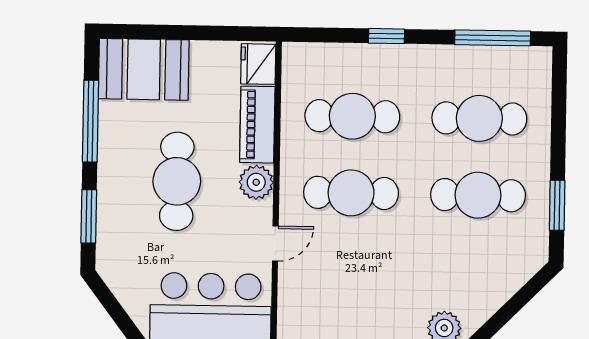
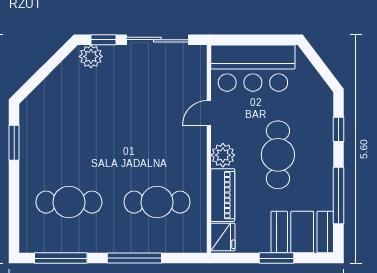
window: (182, 32) -> (276, 258), added
window: (386, 36) -> (134, 258), width x2.17
cafe table: (351, 193) -> (157, 149), removed
cafe table: (478, 195) -> (69, 149), removed
window: (89, 216) -> (338, 129), width x0.67

